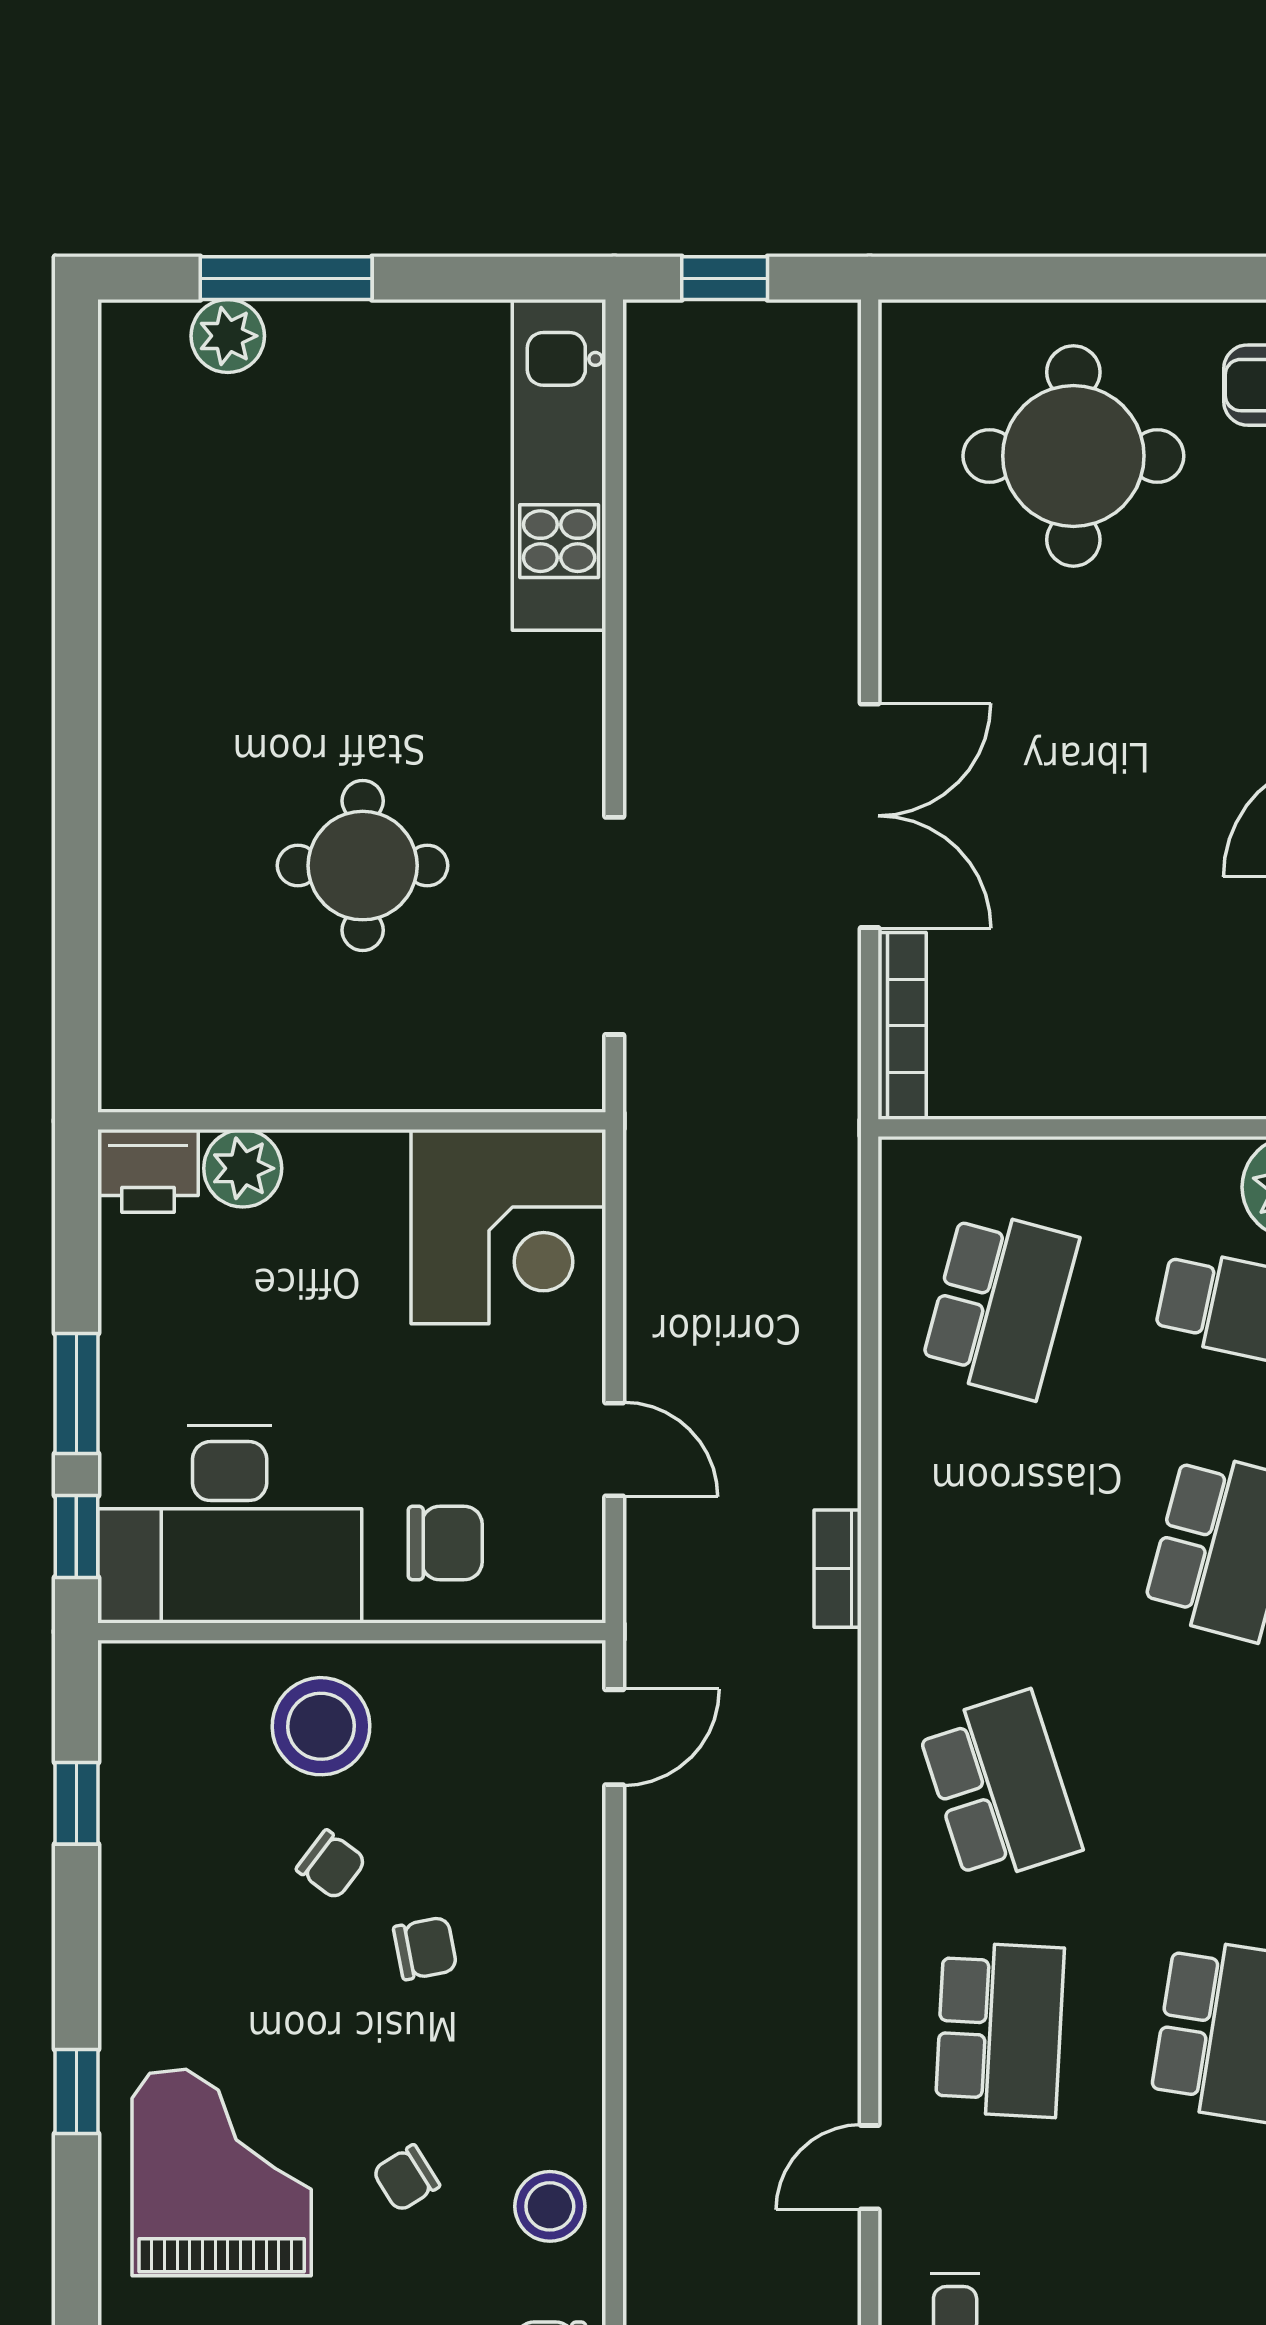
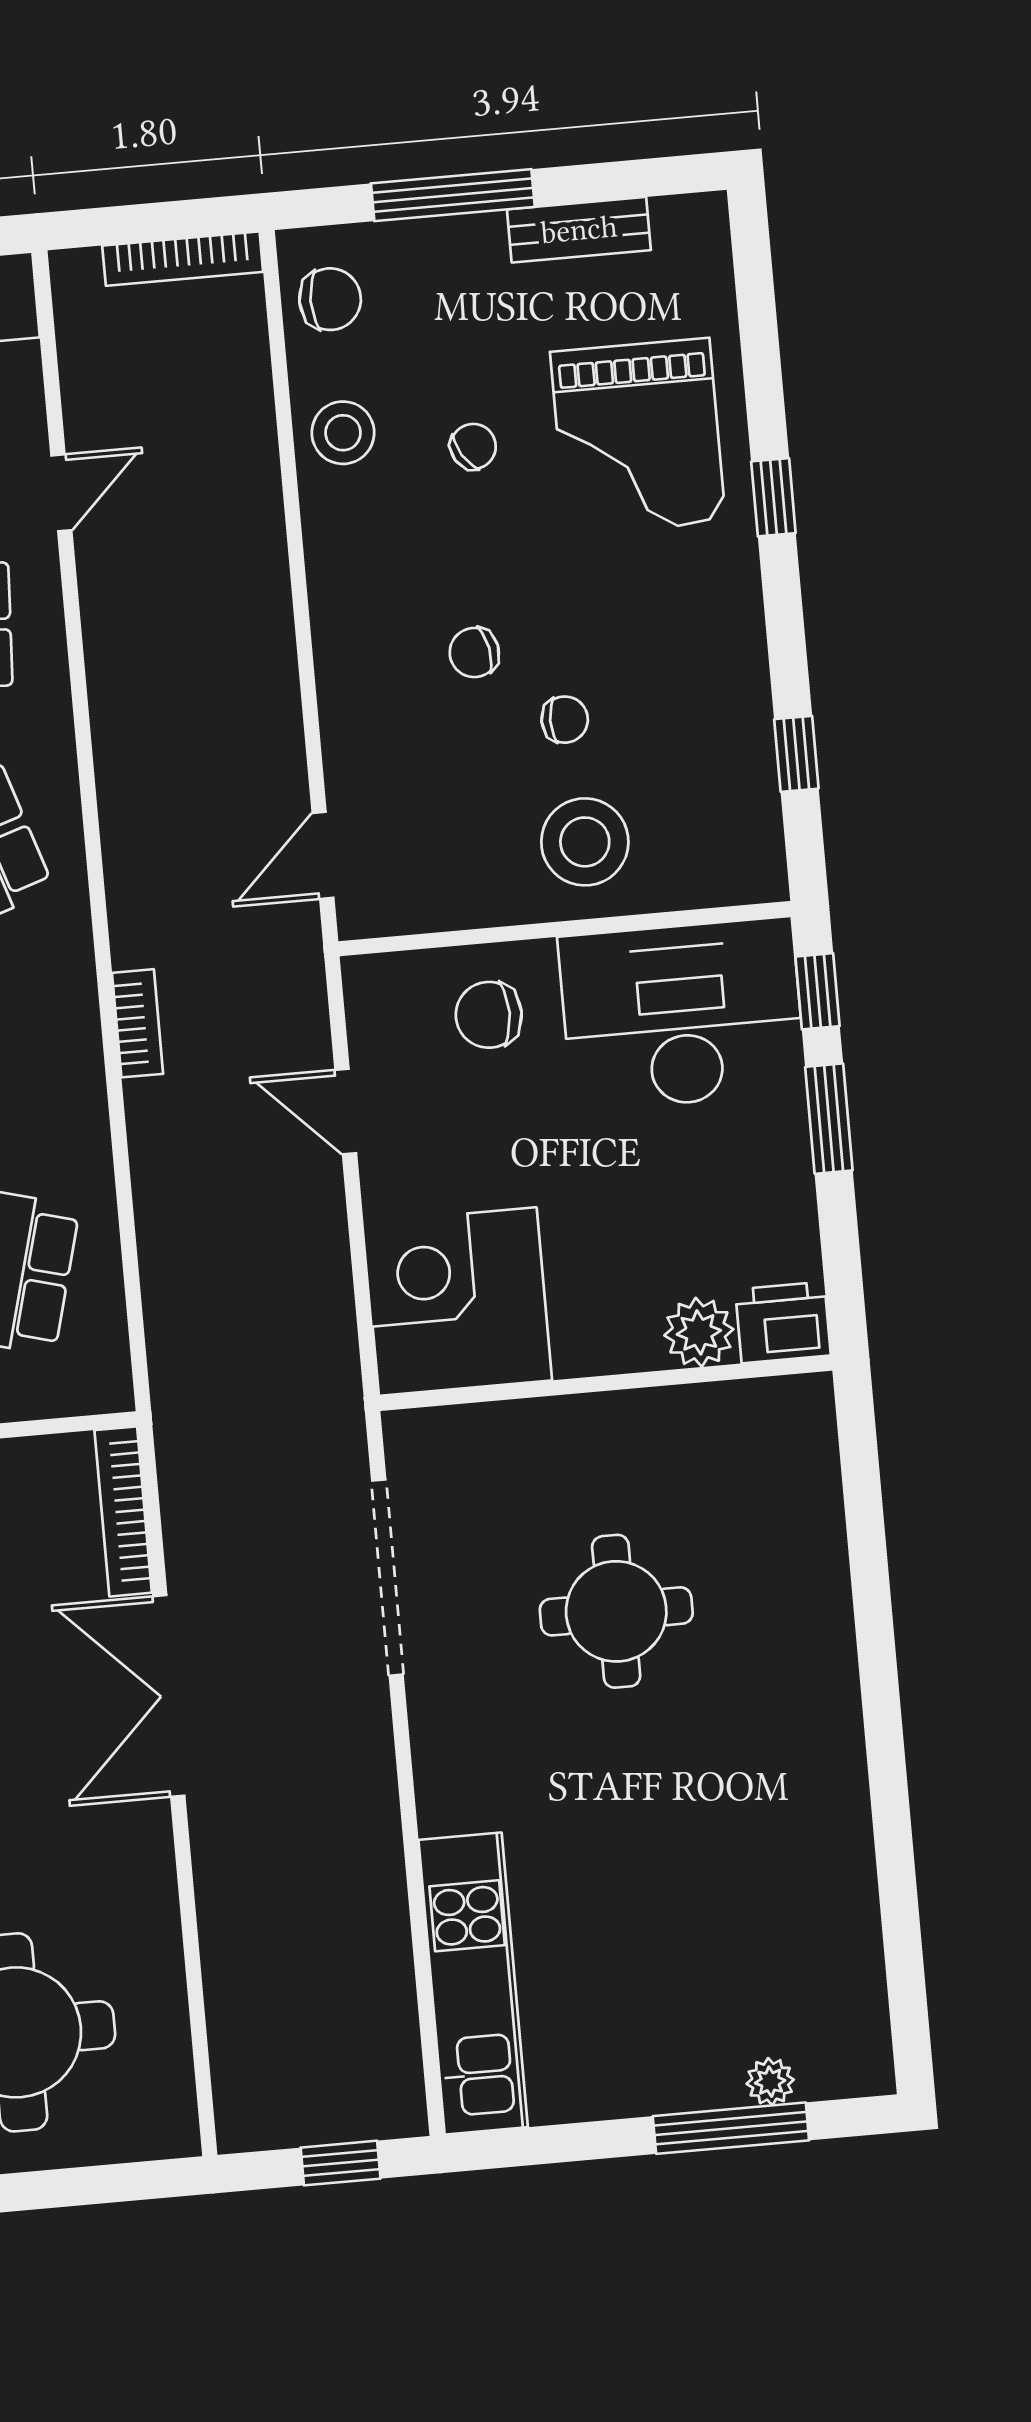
plant: (228, 336) -> (770, 2082), width x0.73, depth x0.73
chair: (331, 1865) -> (565, 720), turned 143

